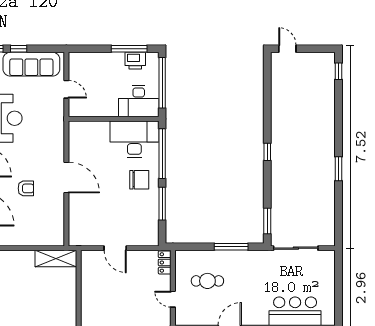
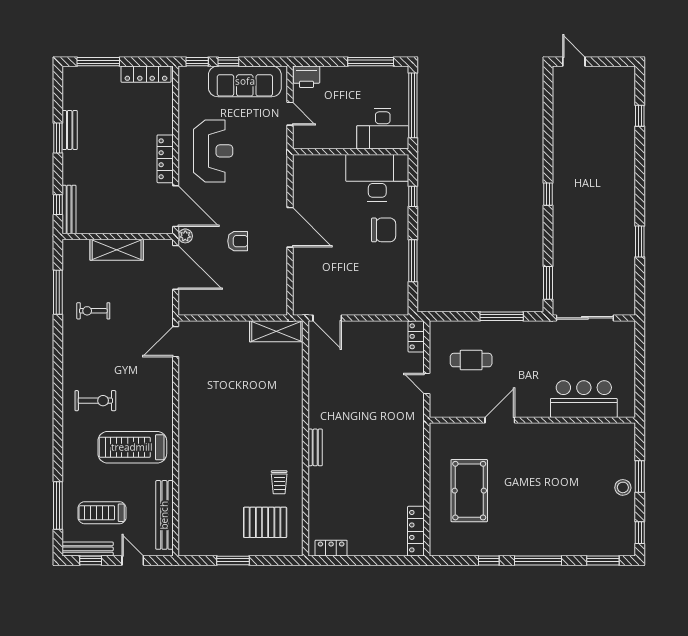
printer: (135, 61) -> (306, 77), moved
window: (339, 71) -> (640, 116), moved
window: (162, 154) -> (413, 196), width x0.32
window: (339, 169) -> (640, 242), moved
door: (115, 248) -> (327, 318), moved

